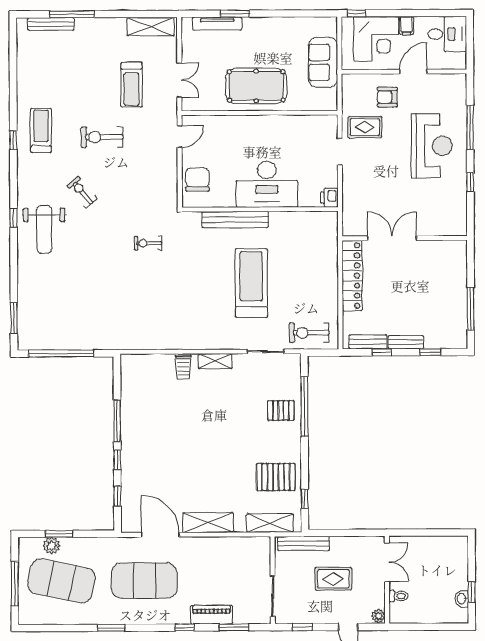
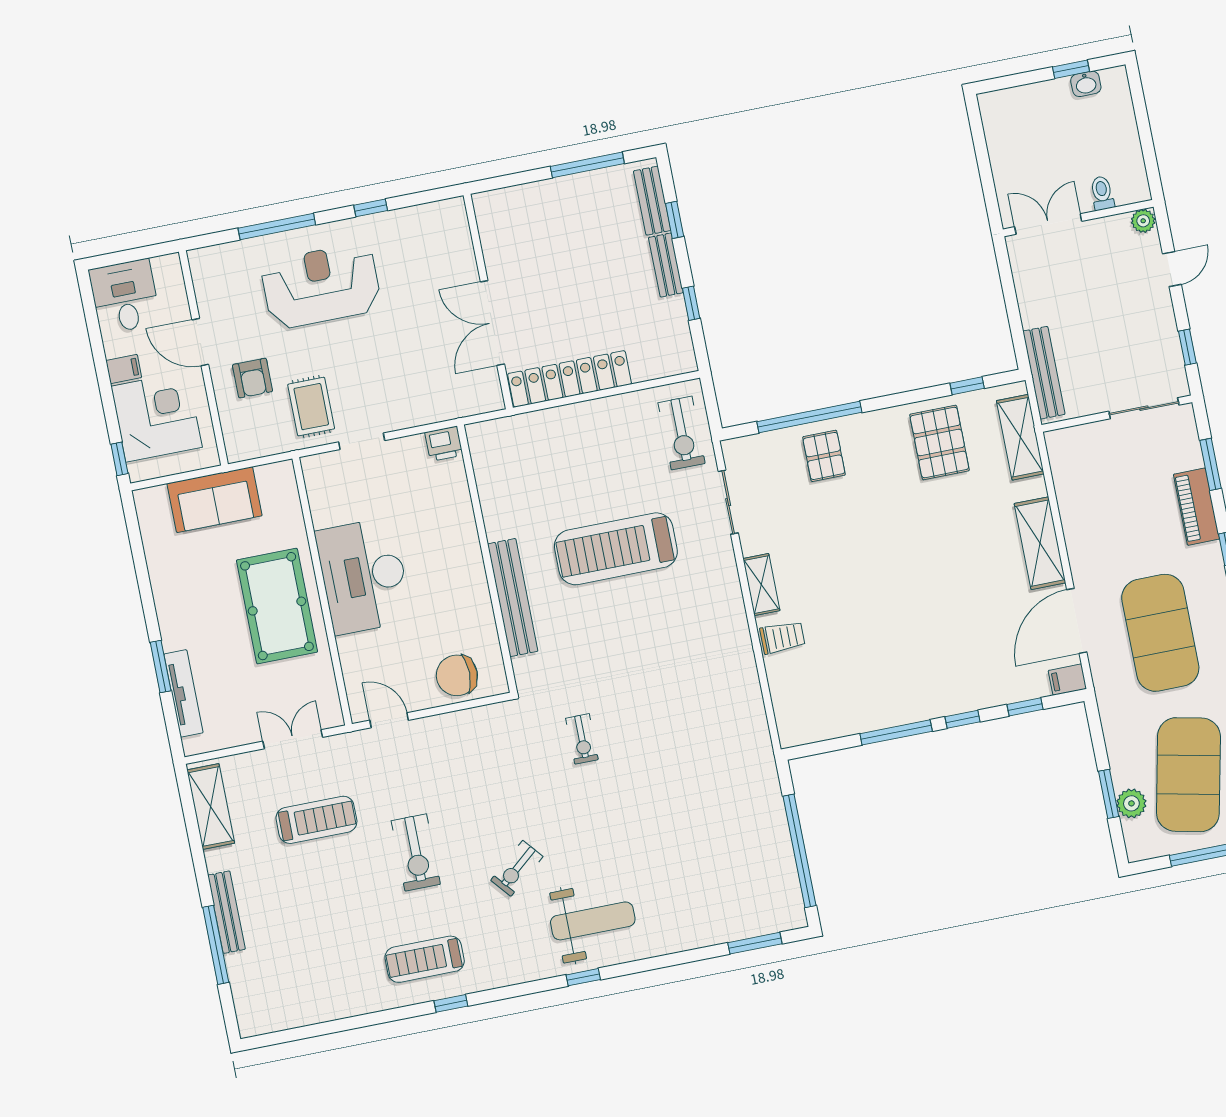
bench: (51, 24) -> (226, 912), moved
desk: (267, 184) -> (364, 576), moved, turned 180
bench: (368, 342) -> (652, 201), moved
filing cabinet: (128, 523) -> (1067, 680), added
rug: (333, 579) -> (1094, 310), removed

